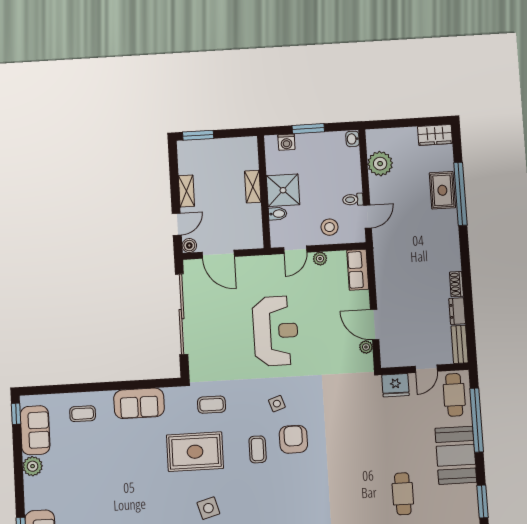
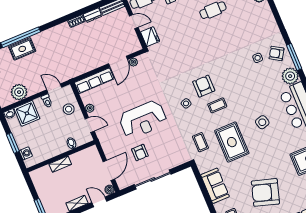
shower: (283, 190) -> (27, 113), moved
row of seats: (358, 270) -> (94, 81), width x1.48
armchair: (228, 309) -> (140, 153), added
sliding door: (182, 314) -> (153, 179), width x0.73
reception desk: (276, 331) -> (143, 120), turned 180
armchair: (293, 439) -> (204, 86), turned 90
armchair: (102, 475) -> (265, 192), added

